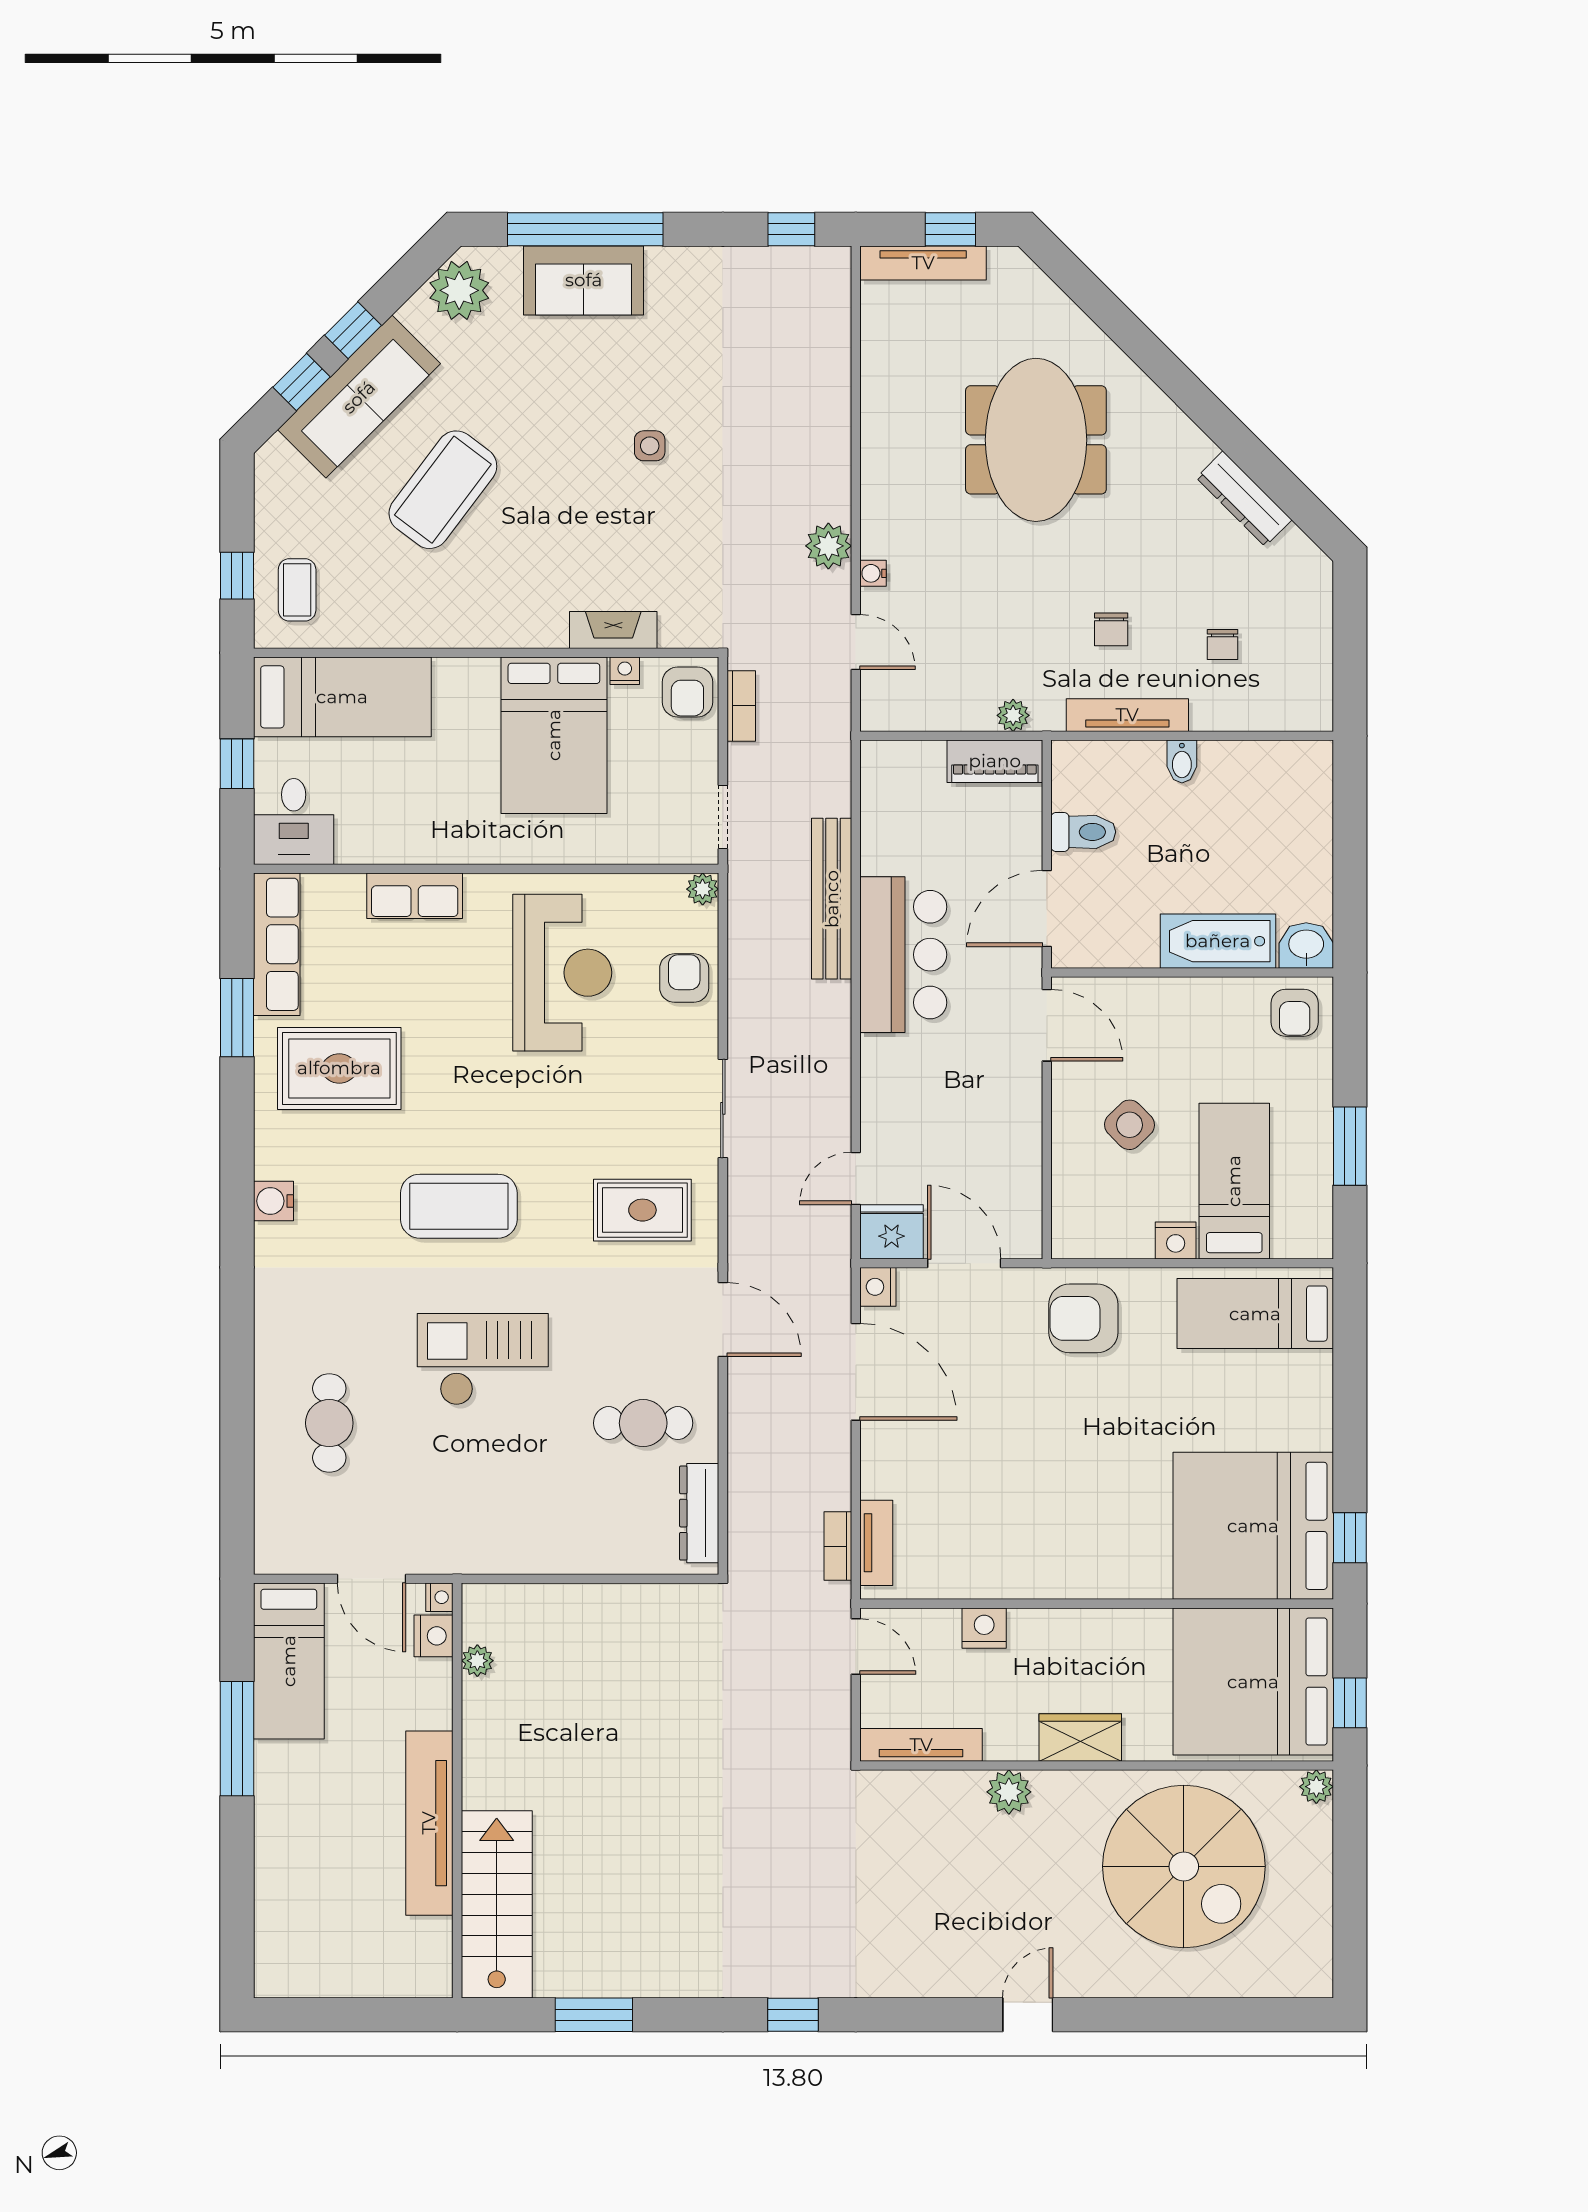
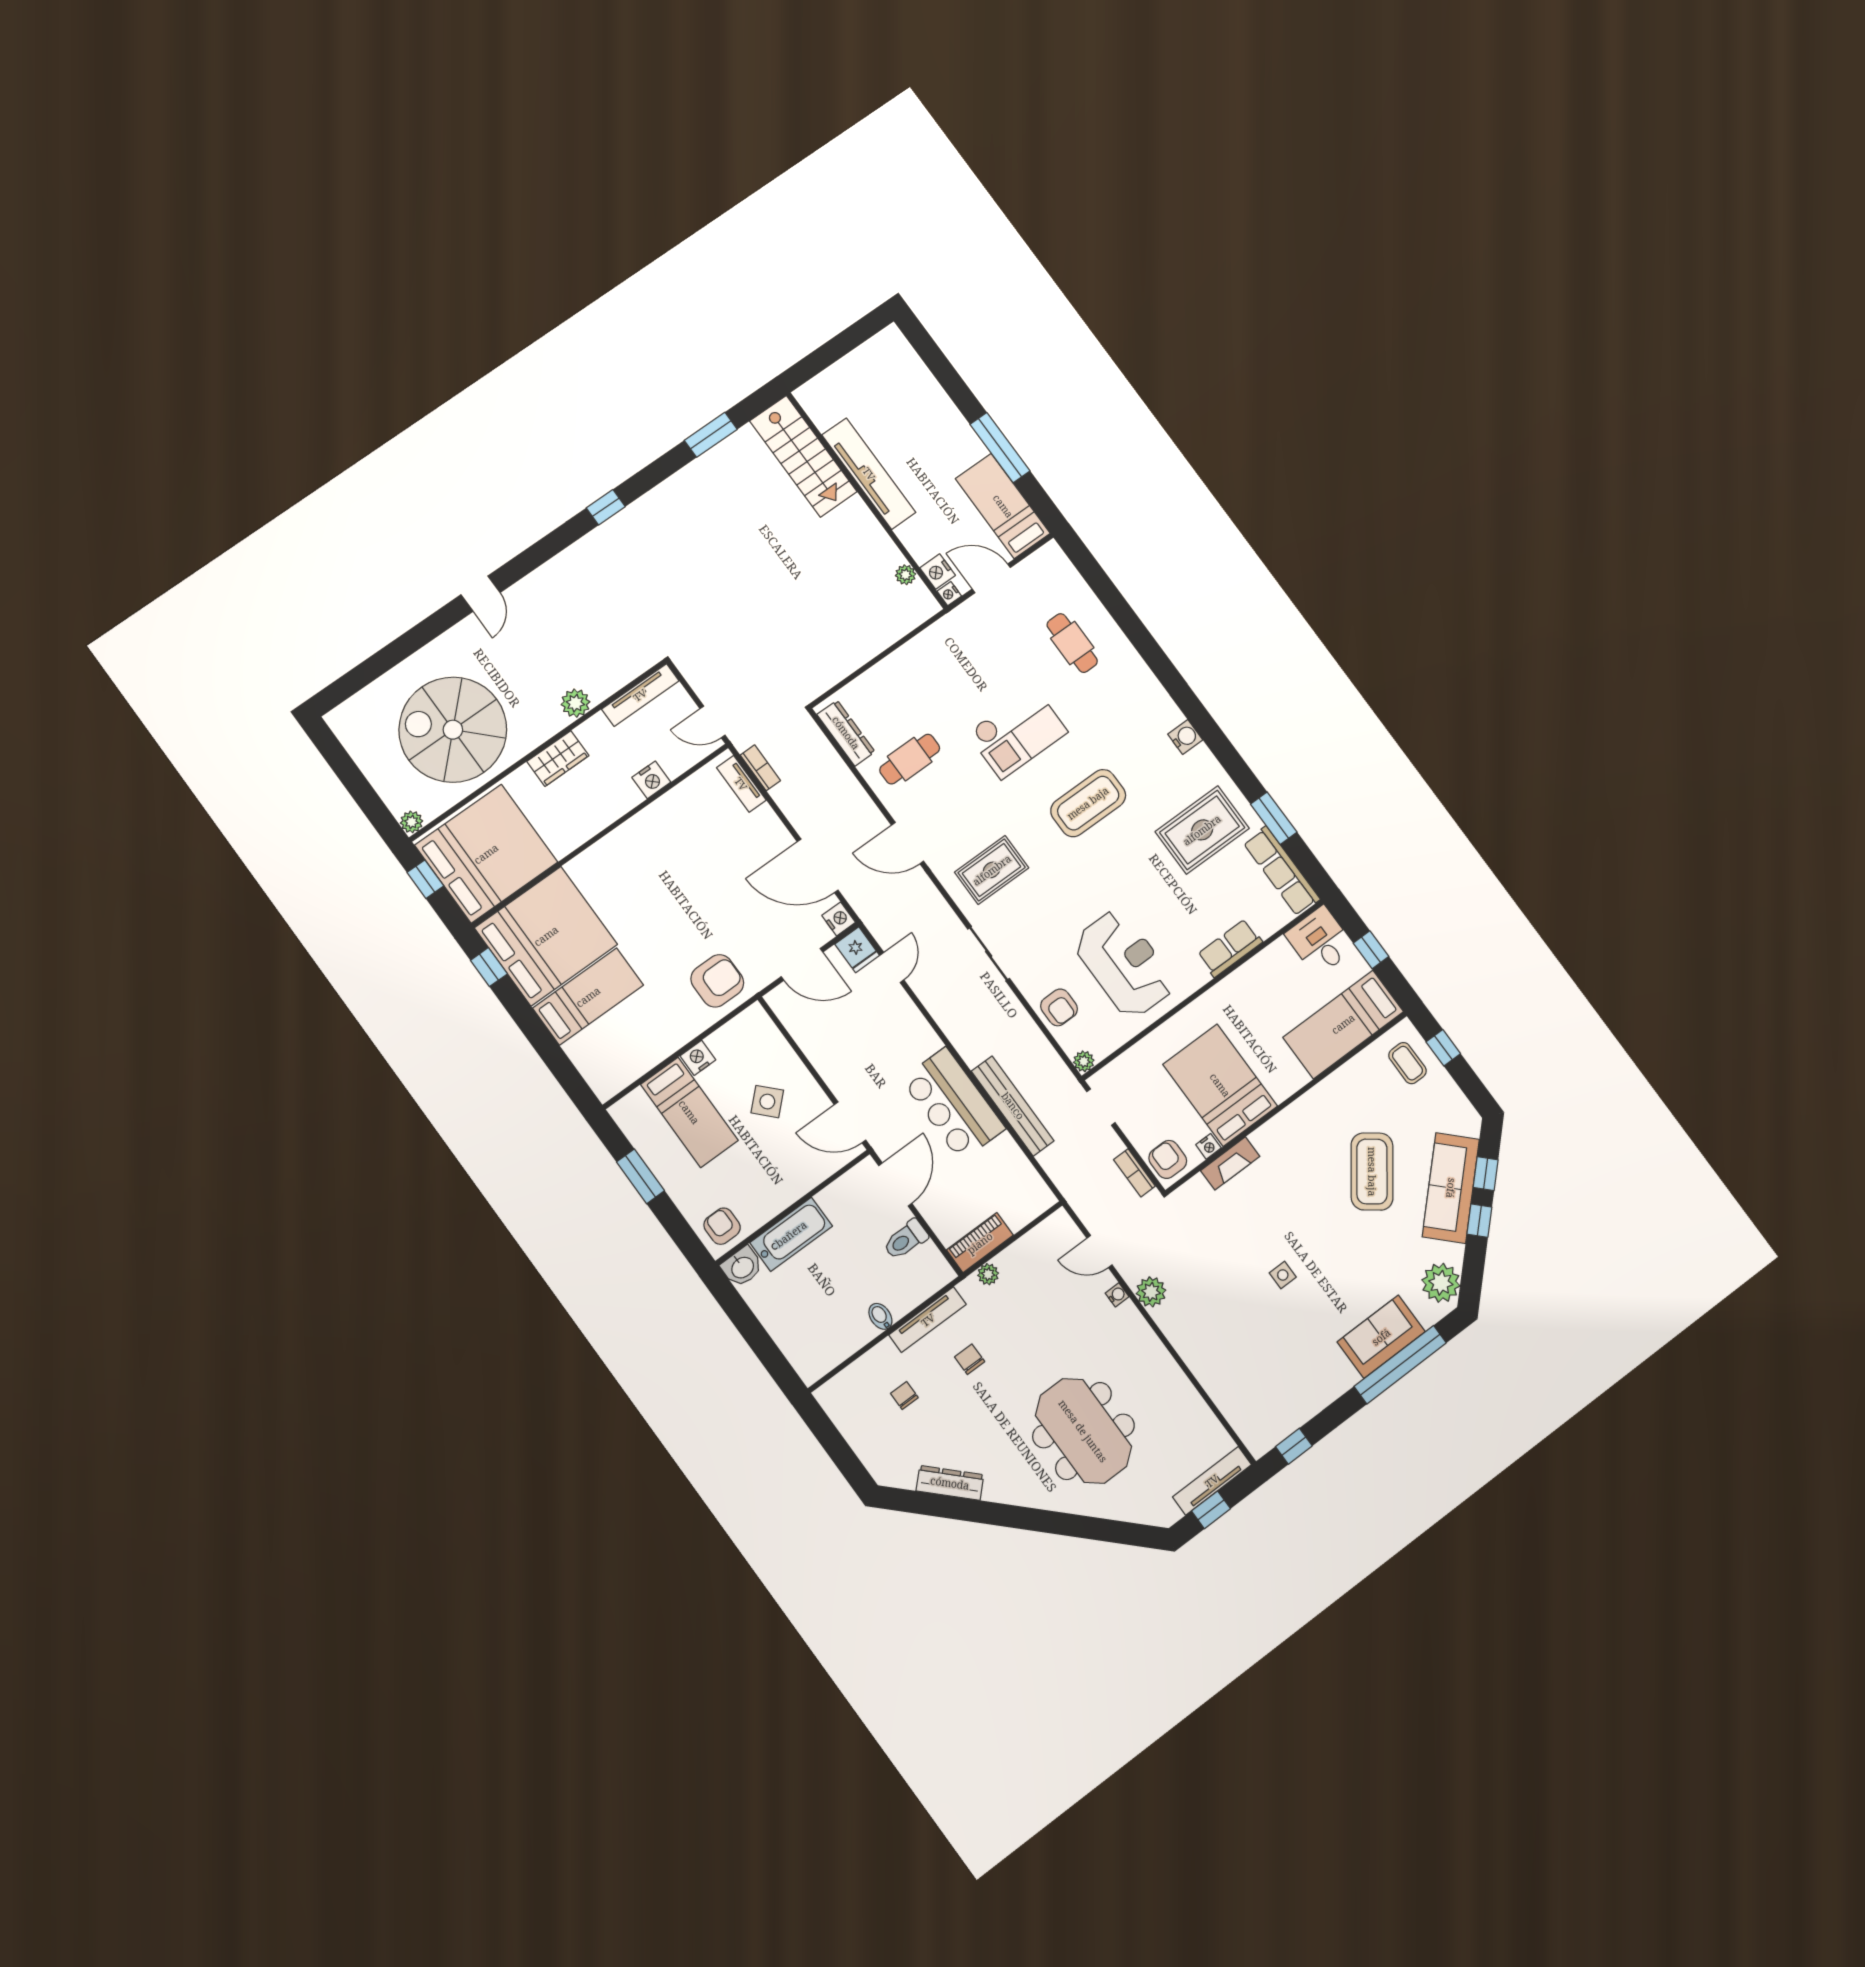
reception desk: (562, 973) -> (1124, 964), turned 180
fridge: (892, 1232) -> (857, 950), width x0.72
bed: (1255, 1314) -> (588, 997), moved

